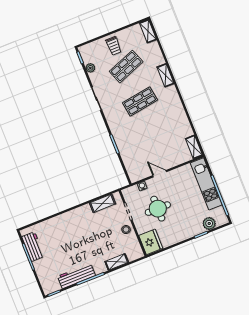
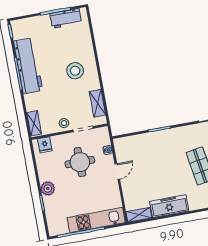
freezer: (181, 122) -> (169, 206), added
plant: (209, 223) -> (48, 188), moved
stool: (78, 229) -> (75, 71), added
fridge: (151, 242) -> (45, 145), width x0.53, depth x0.75
shelving: (117, 262) -> (34, 123), moved
workbench: (76, 276) -> (28, 66), width x1.36, depth x1.32

